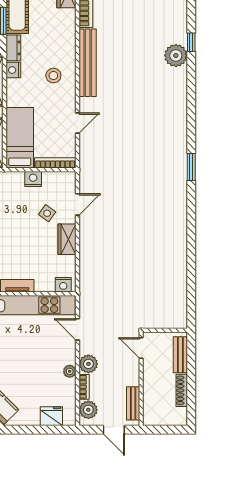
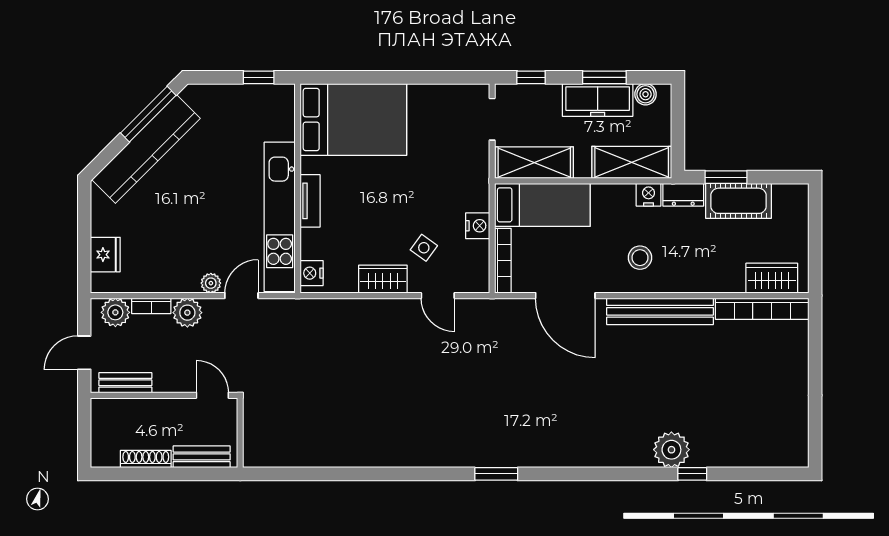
door: (78, 123) -> (565, 296), width x1.88
door: (141, 348) -> (212, 395), hinge flipped
plant: (70, 371) -> (211, 283), moved

